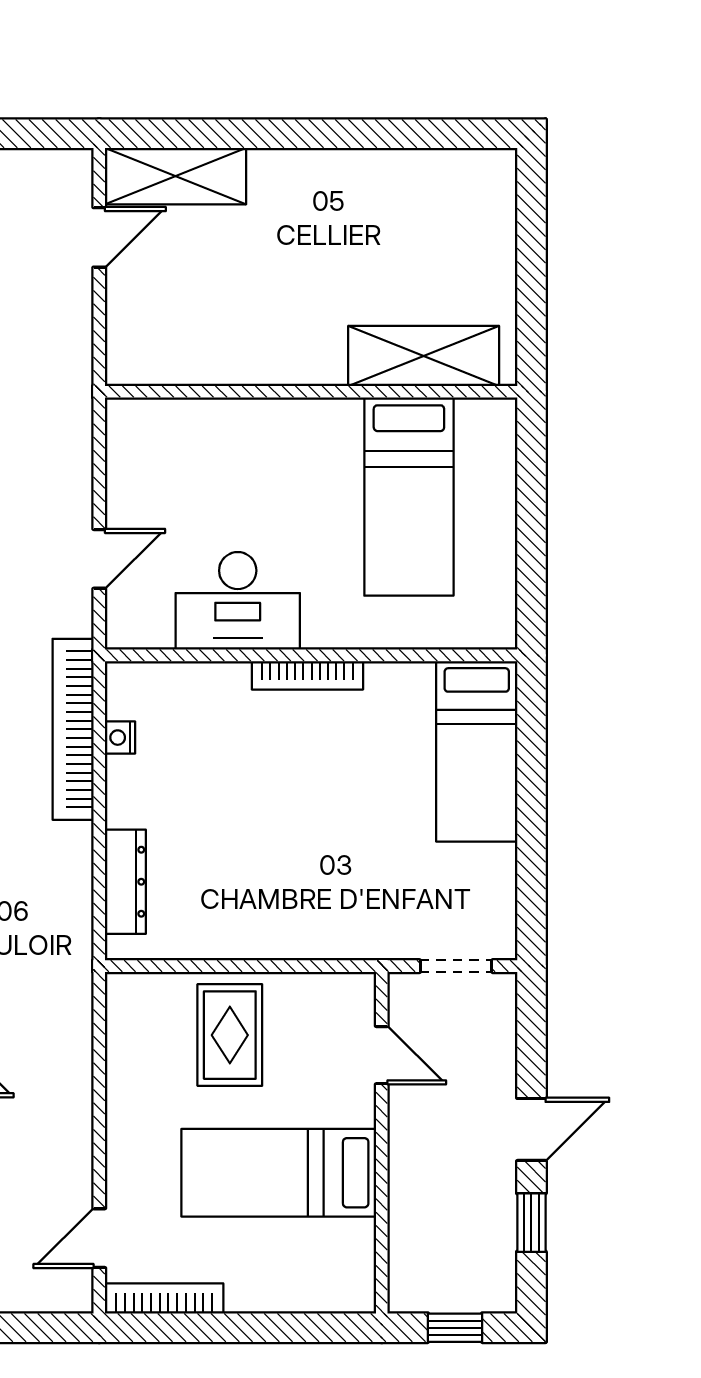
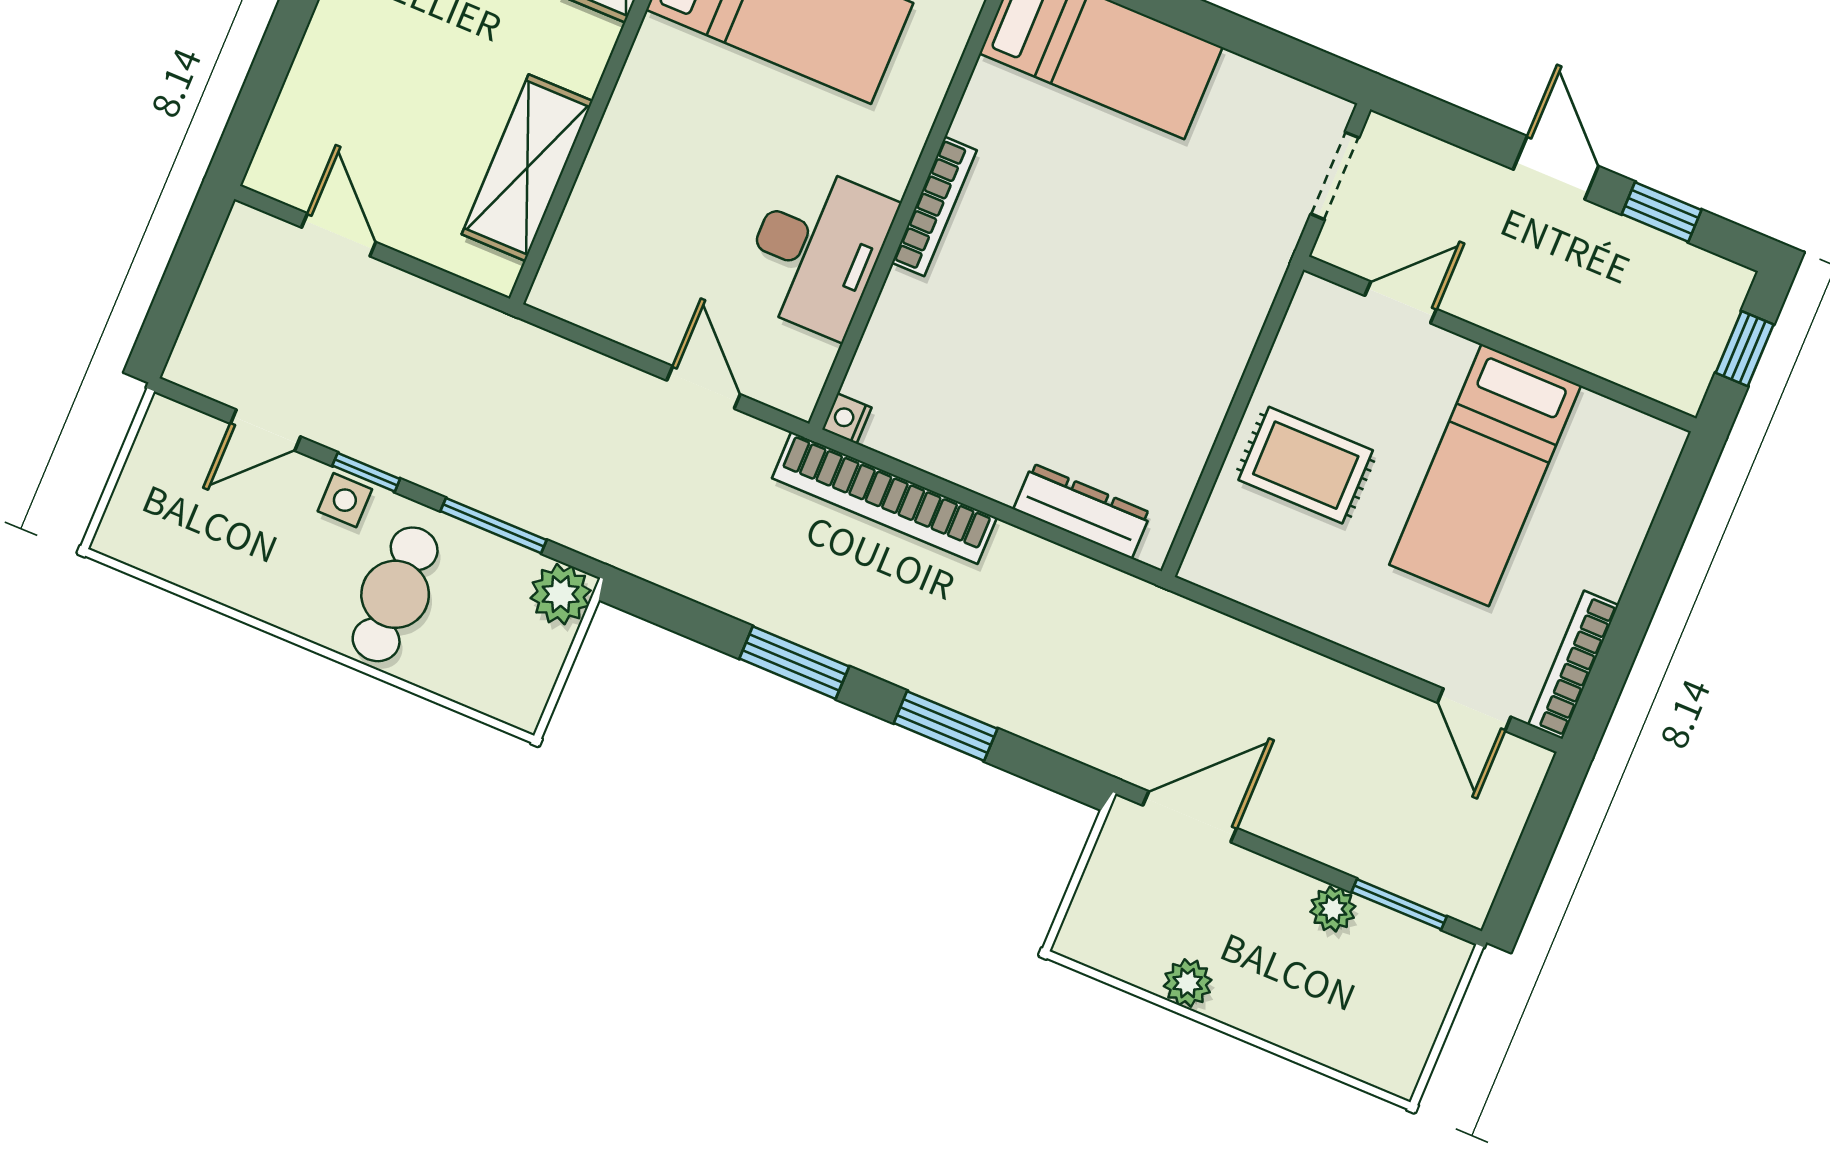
shelving: (176, 176) -> (527, 168), moved
nightstand: (120, 738) -> (847, 418), moved, turned 90

